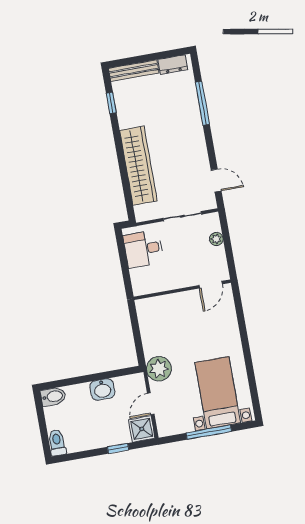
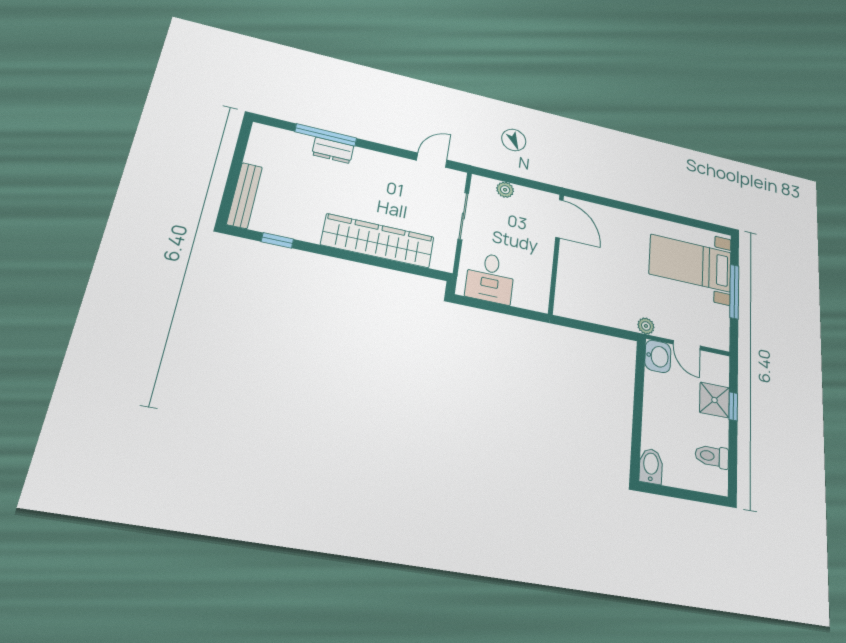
dresser: (173, 65) -> (333, 150), moved, turned 90
door: (211, 285) -> (559, 219), width x1.38
plant: (159, 369) -> (646, 326), width x0.53, depth x0.53
washbasin: (102, 389) -> (658, 356), moved
shower: (142, 429) -> (714, 400), moved
toilet: (57, 443) -> (712, 456), moved

